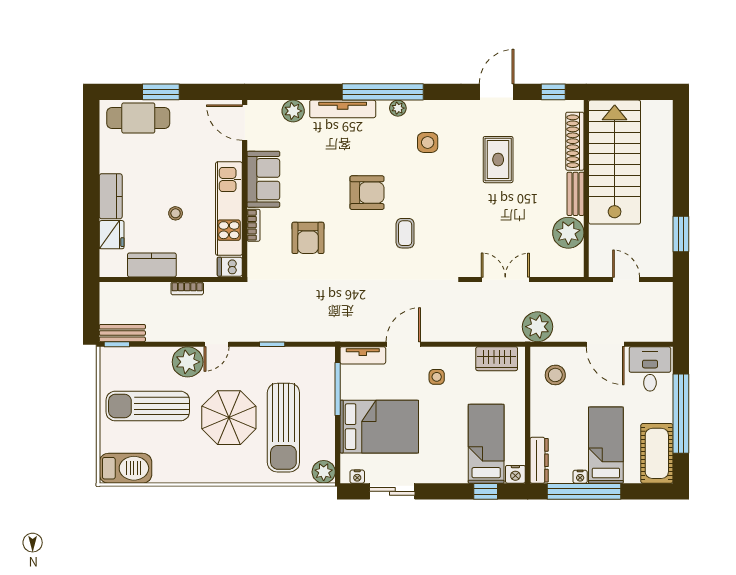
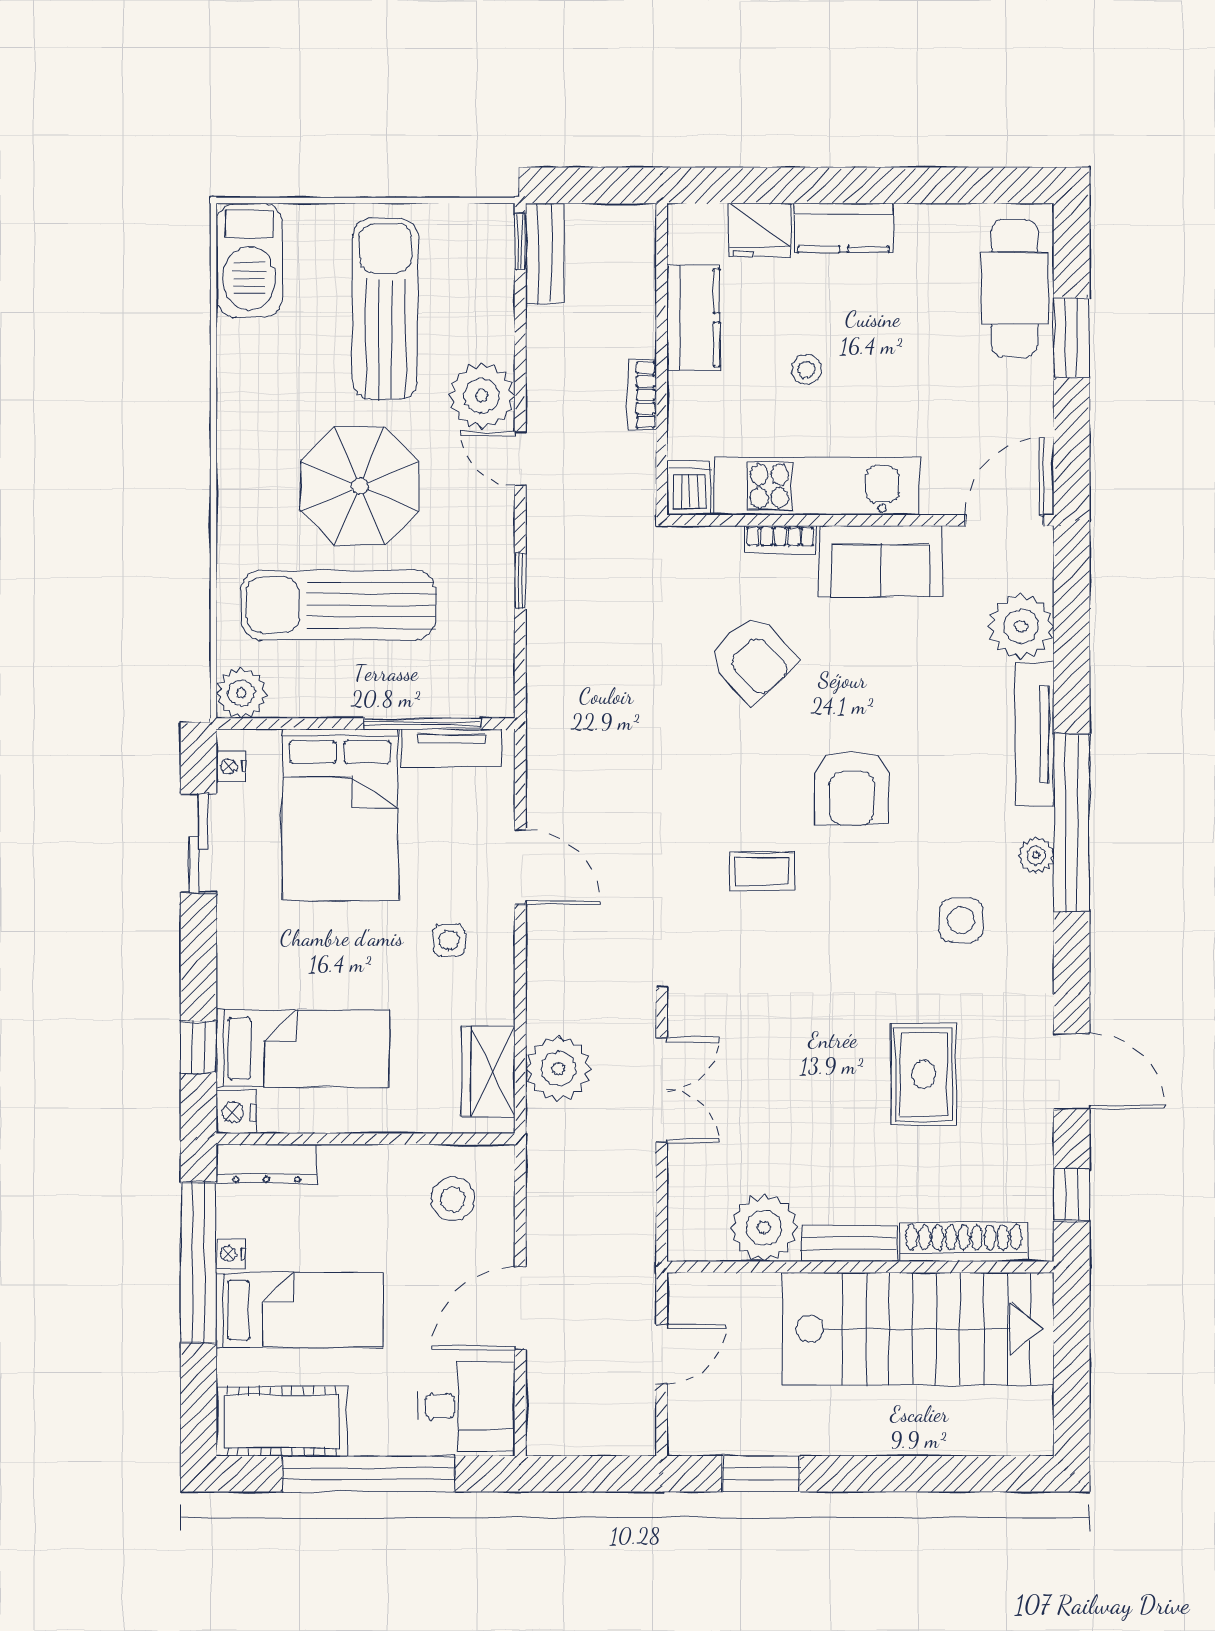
plant: (293, 111) -> (1021, 626), width x1.36, depth x1.36
rug: (498, 160) -> (924, 1074), turned 90
armchair: (308, 238) -> (753, 659), turned -133
plant: (537, 327) -> (558, 1069), moved
tv unit: (363, 355) -> (451, 748), moved, turned -90

